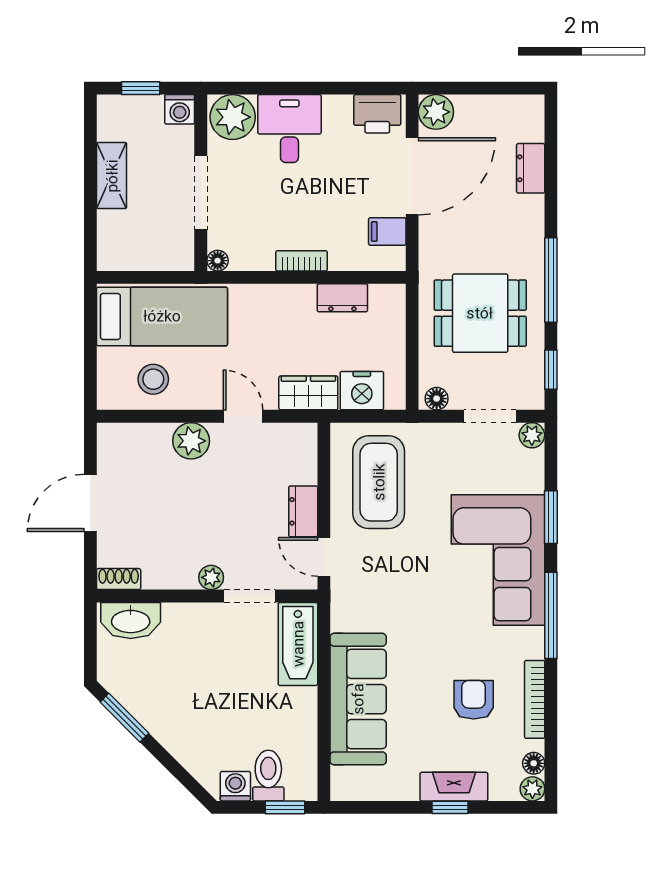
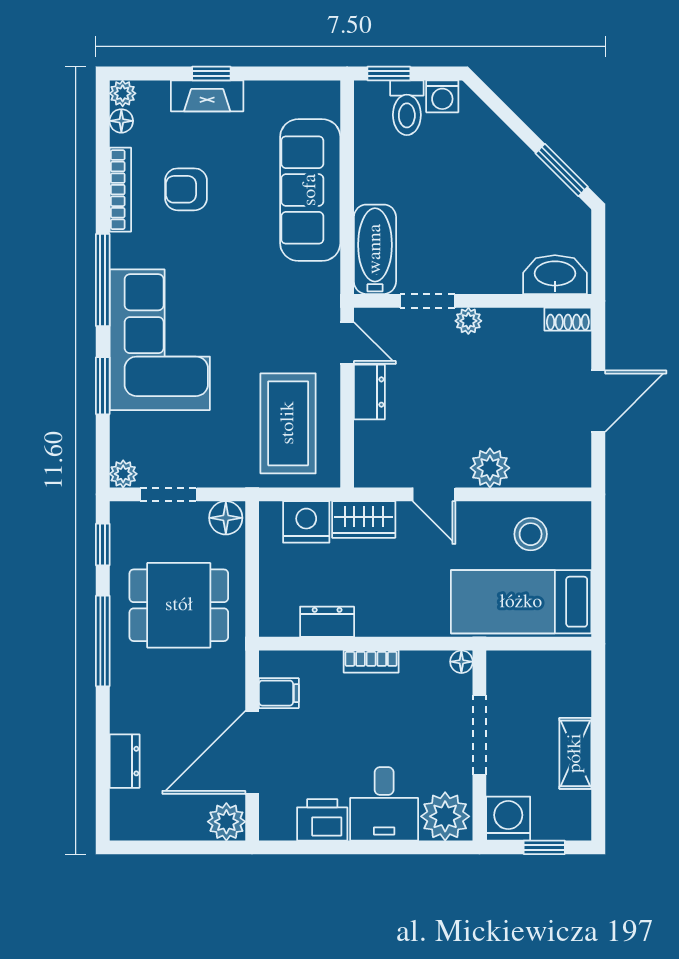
washing machine: (180, 109) -> (508, 819), width x1.38, depth x1.38
printer: (377, 114) -> (322, 820), moved
floor lamp: (437, 399) -> (226, 518), width x1.37, depth x1.37
armchair: (474, 700) -> (186, 189), turned 90

